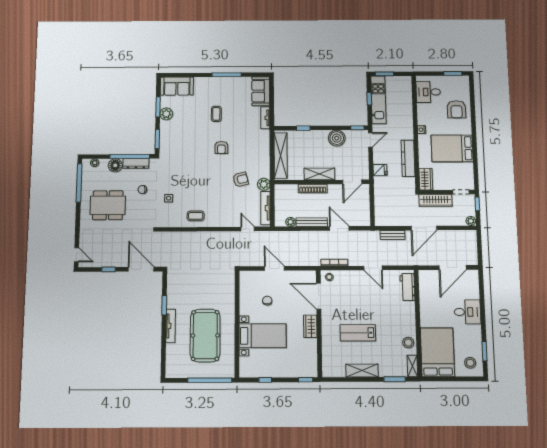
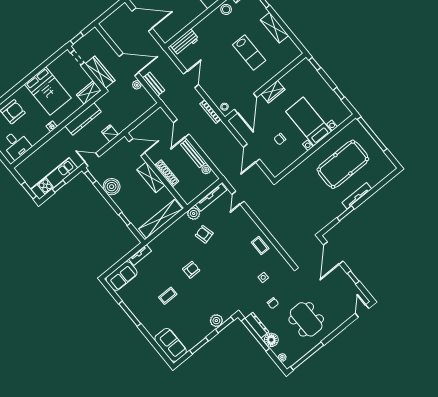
plant: (166, 114) -> (216, 321), moved
plant: (471, 221) -> (137, 85), moved

